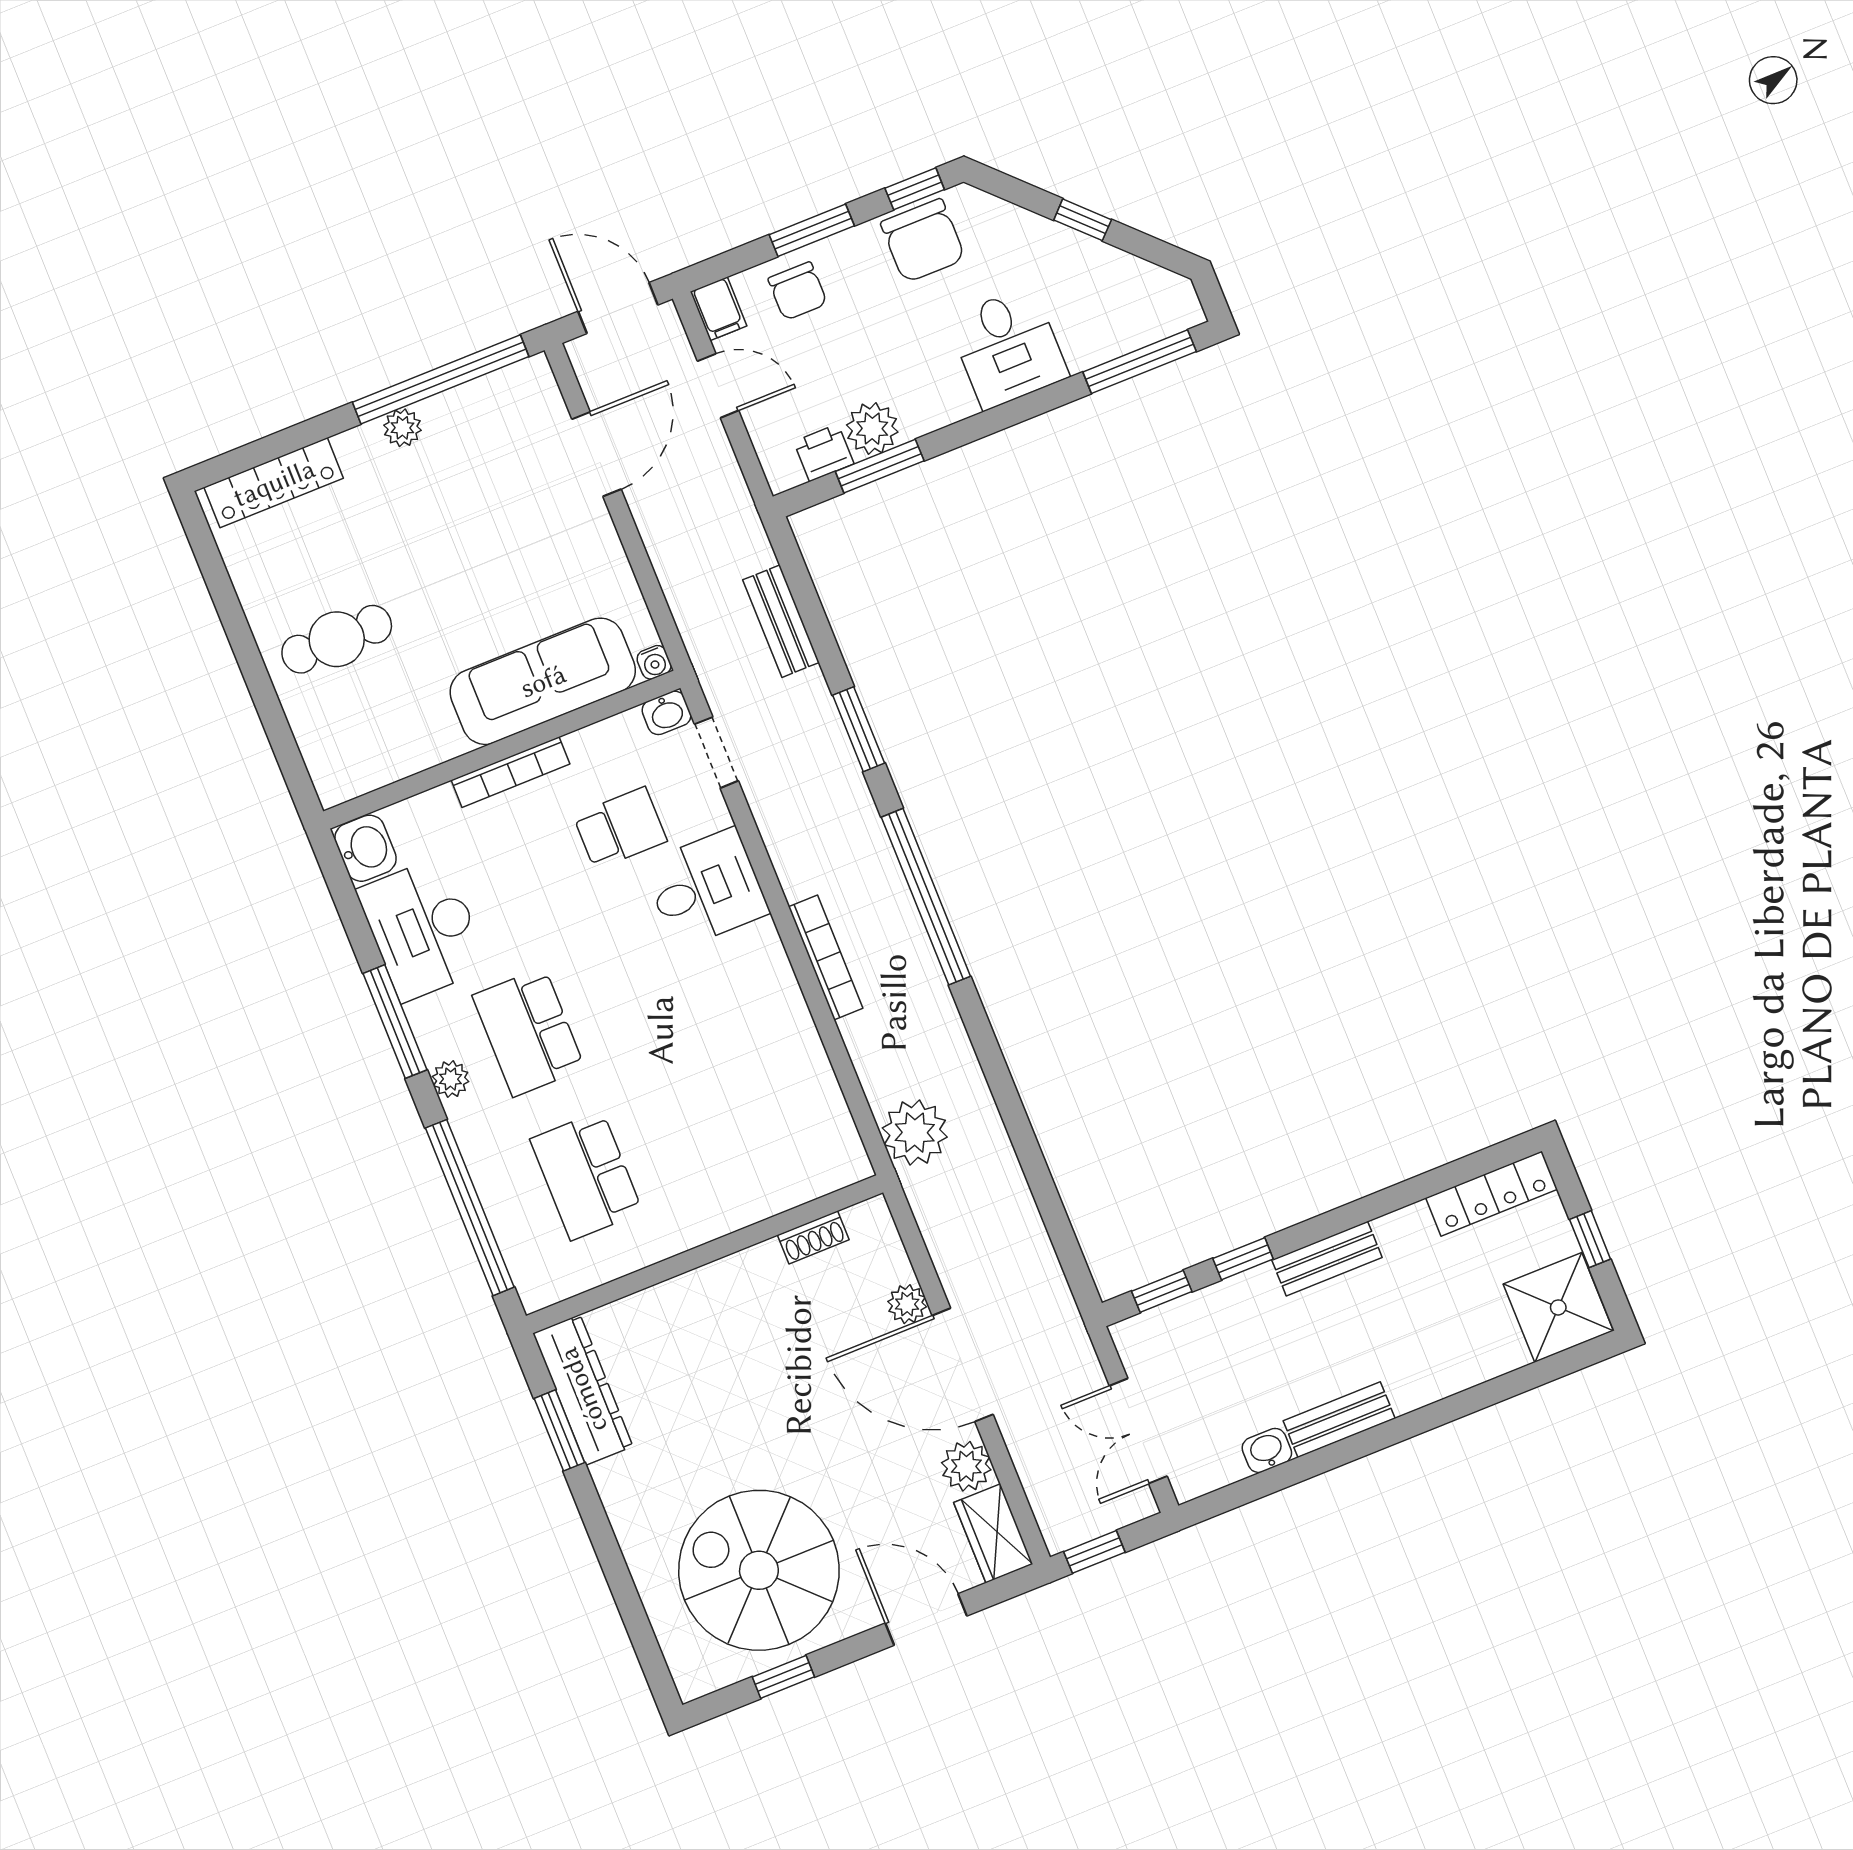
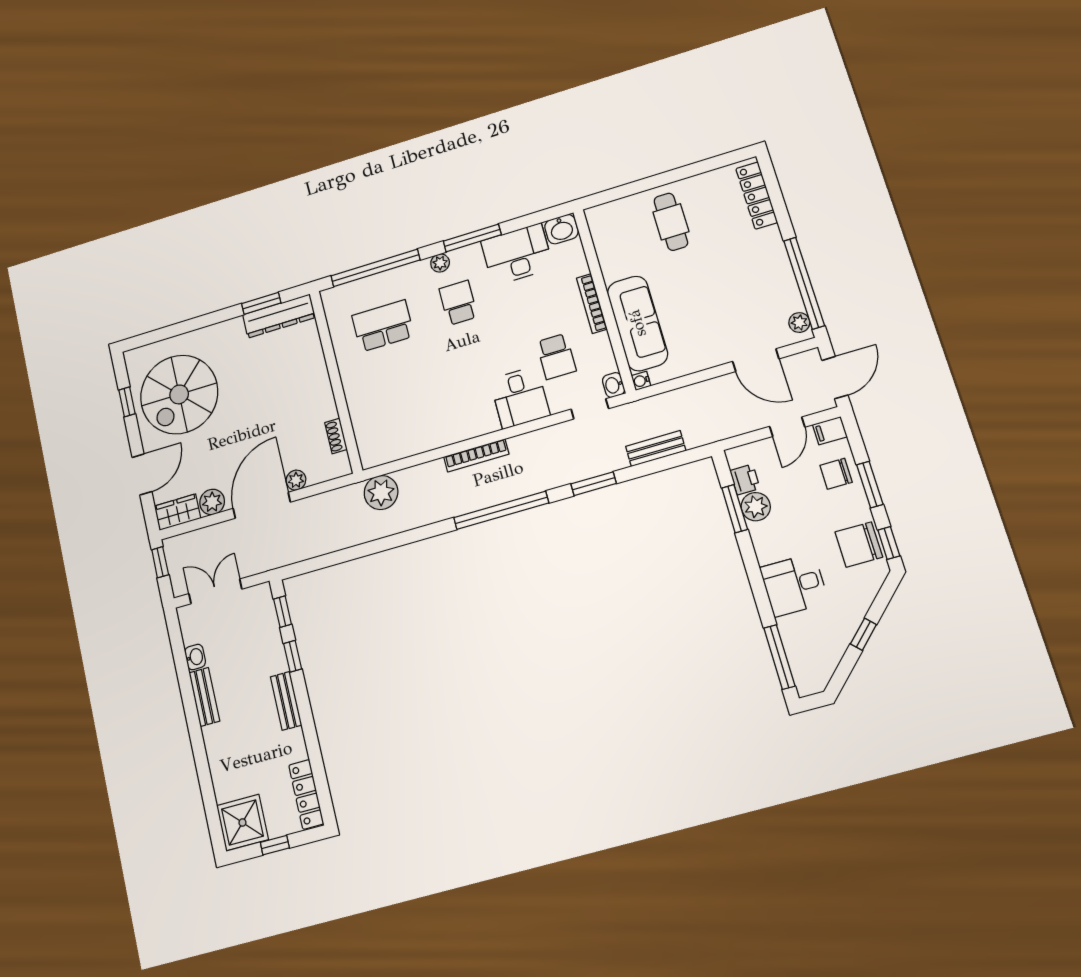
plant: (402, 428) -> (799, 323), moved
school desk: (529, 1032) -> (458, 303), width x0.54
spiral stairs: (759, 1570) -> (179, 394), turned 180

